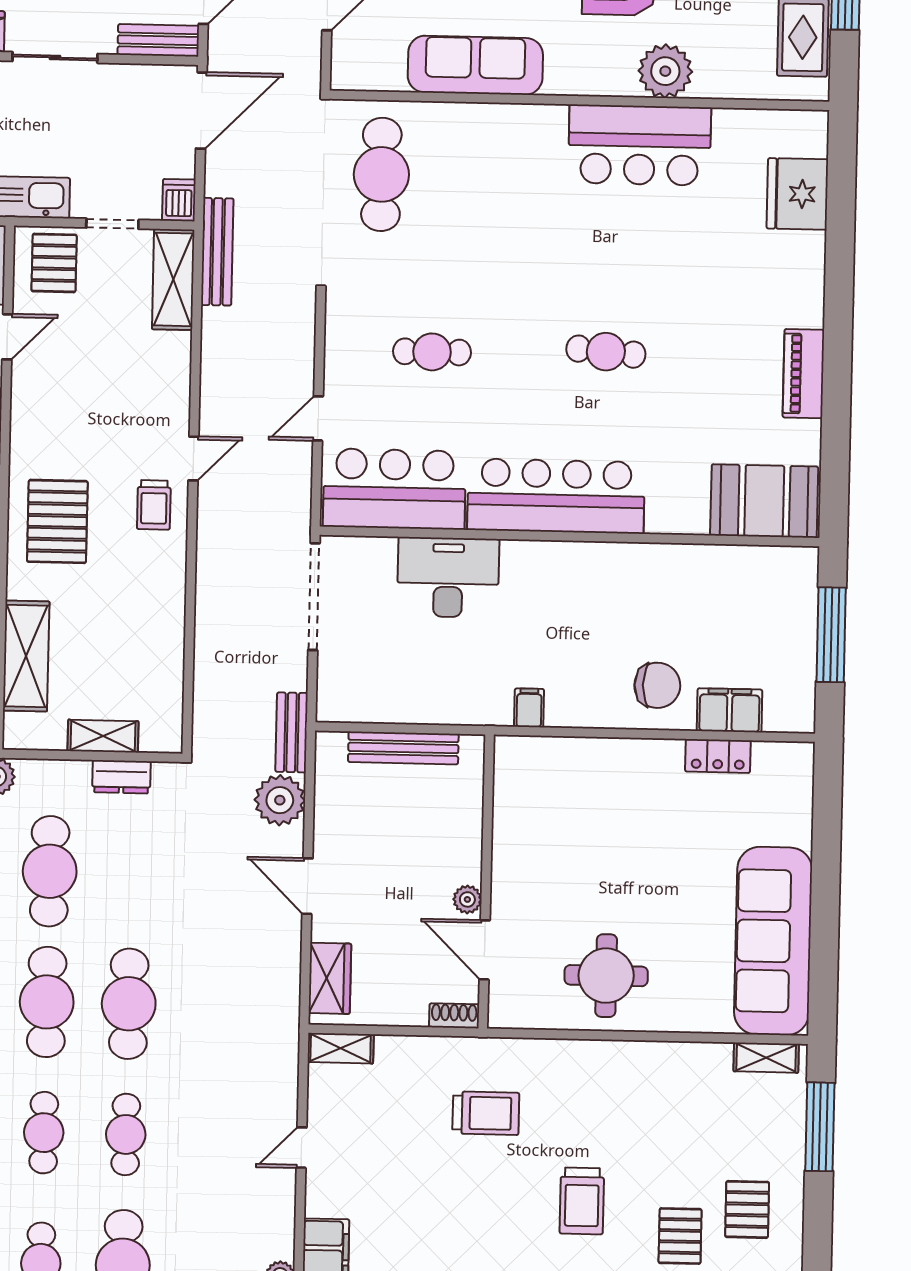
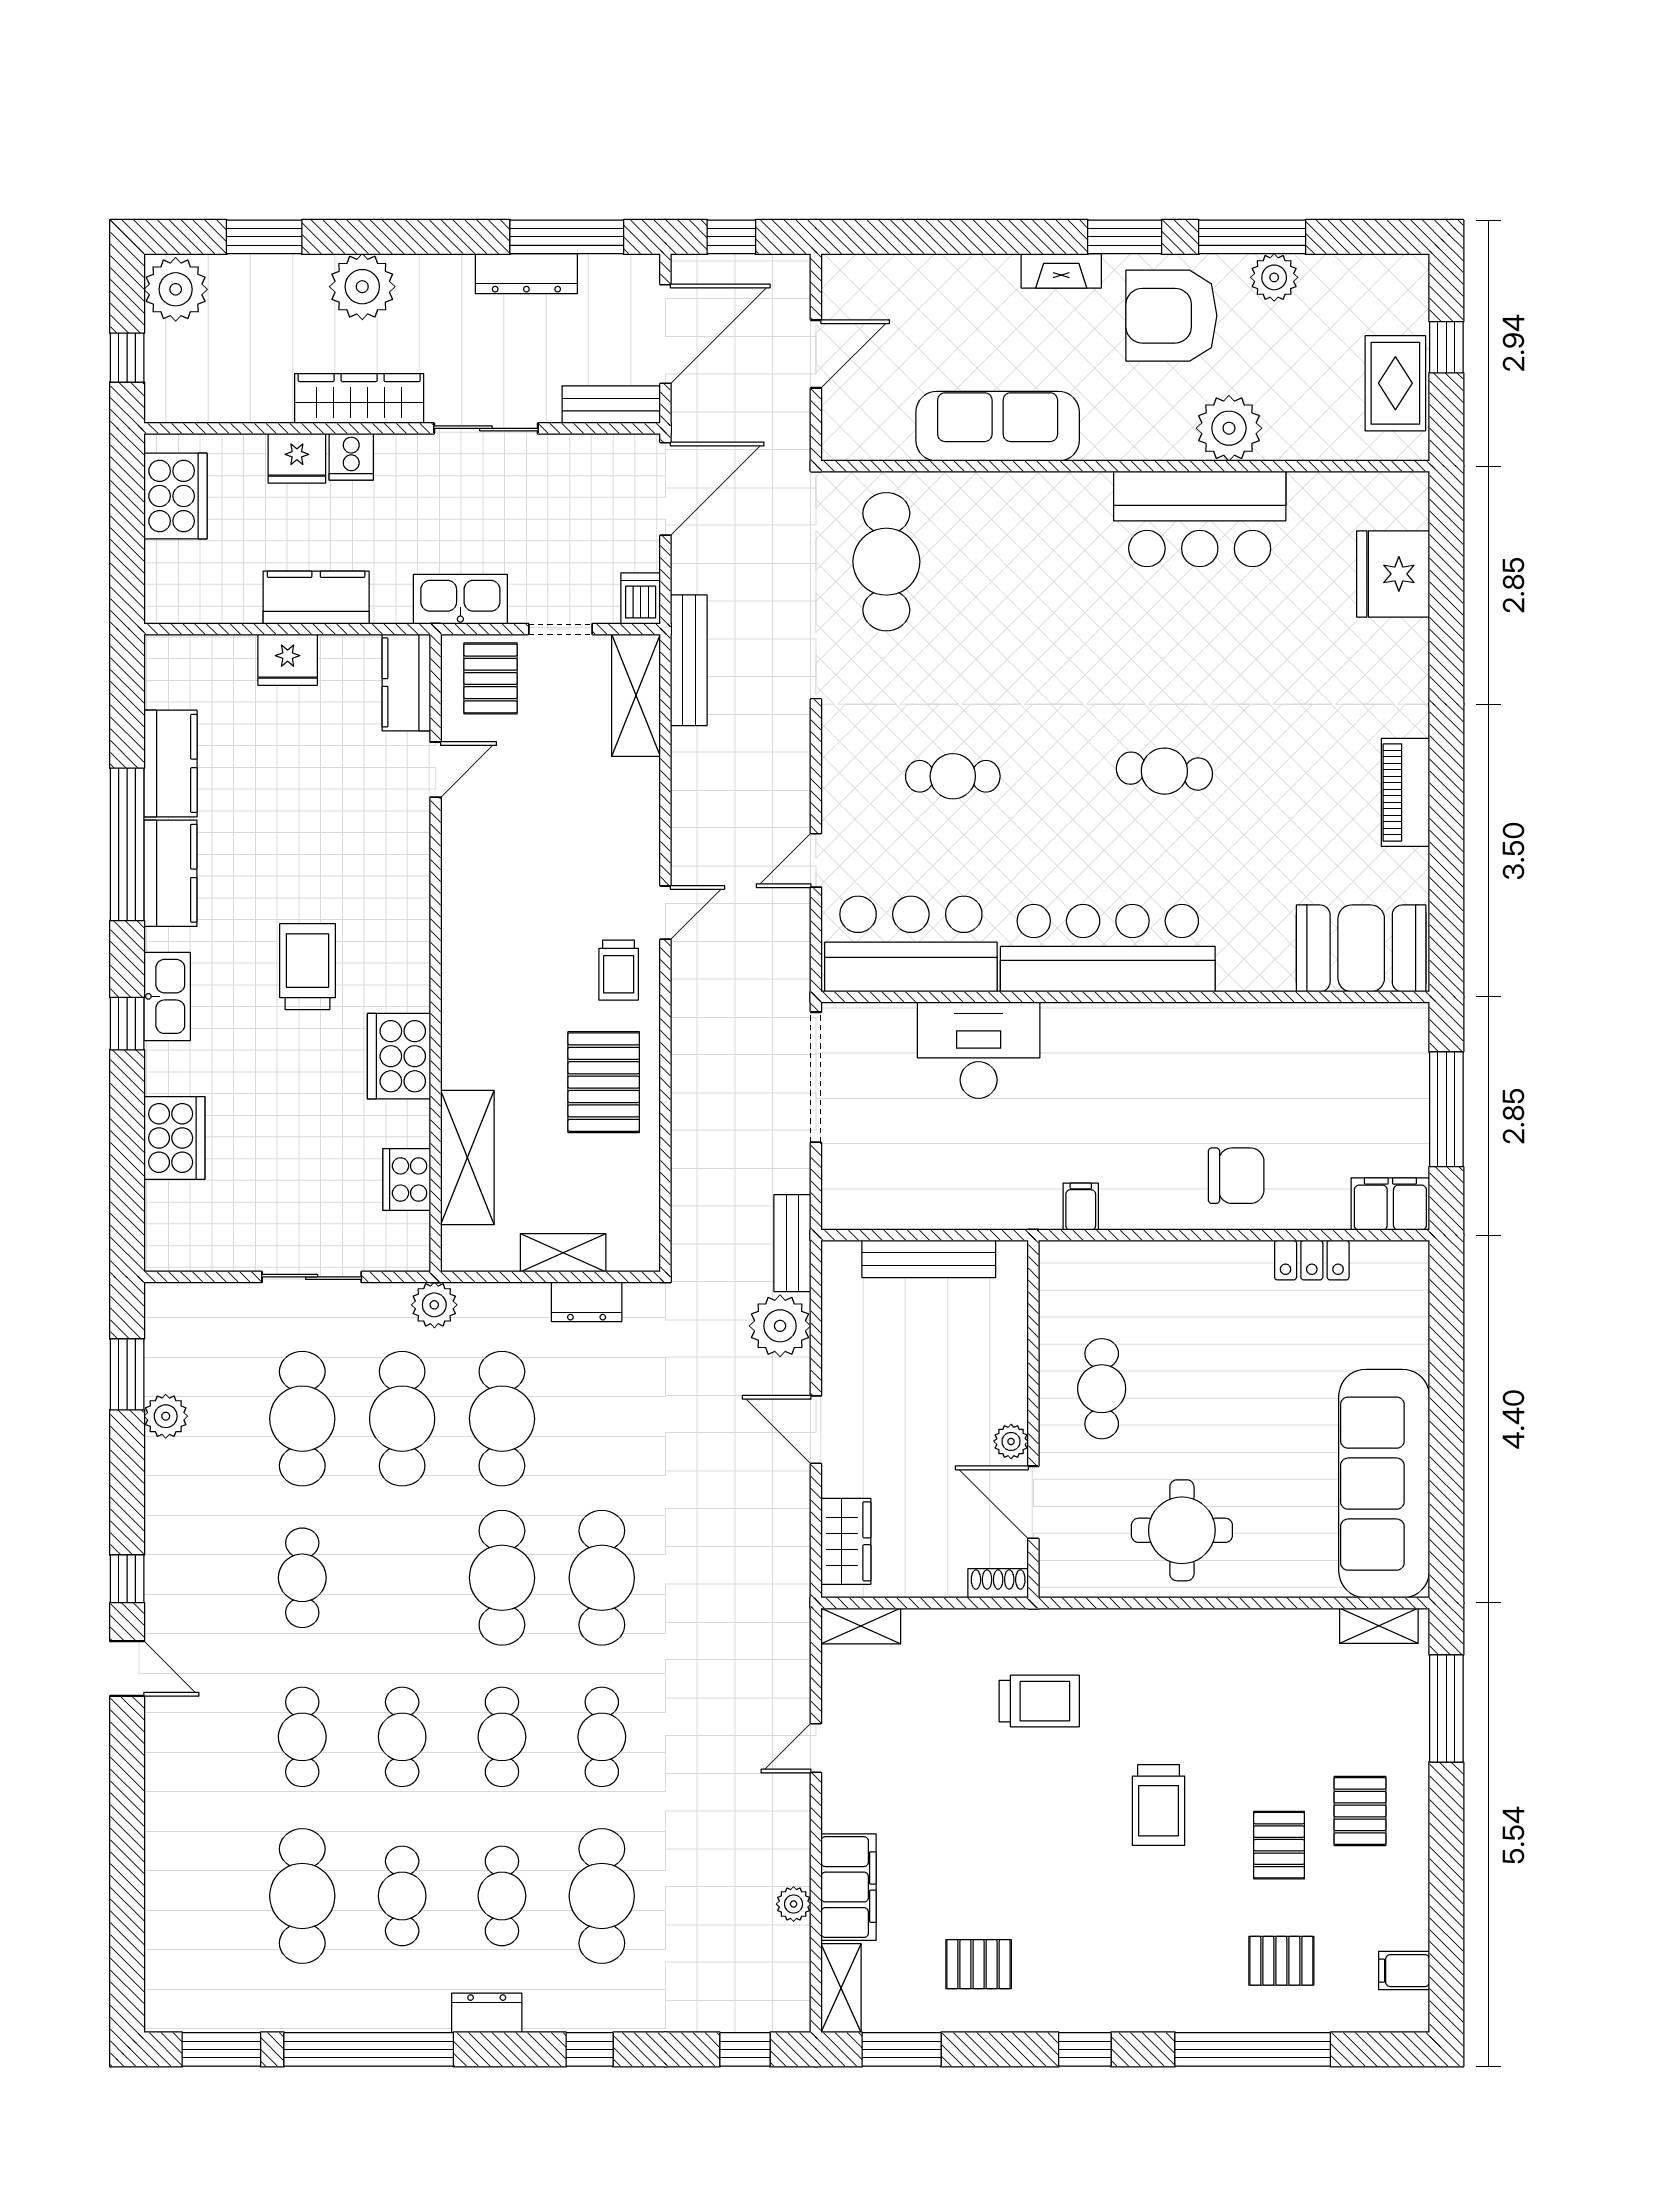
pallet: (57, 521) -> (604, 1082), moved
filing cabinet: (729, 710) -> (1390, 1204), moved
cafe table: (543, 858) -> (1102, 1389), added

